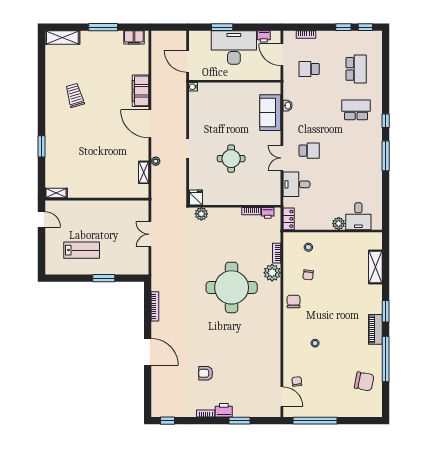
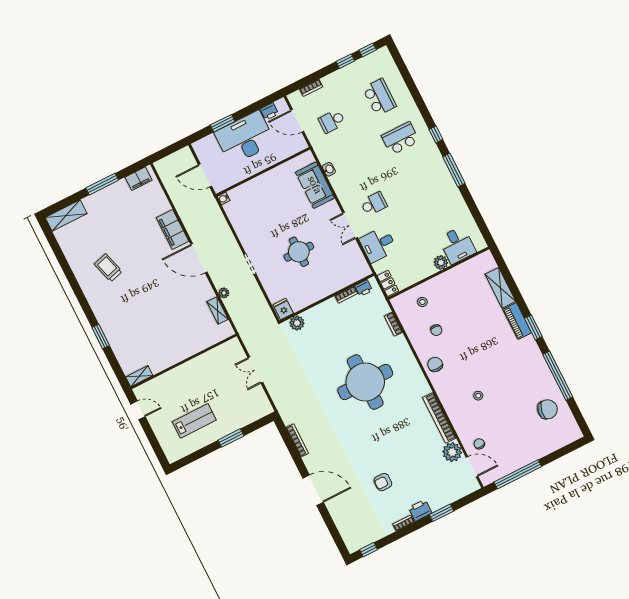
plant: (272, 273) -> (452, 452), moved
piano: (375, 329) -> (517, 321), moved
bookcase: (276, 345) -> (439, 418), added

